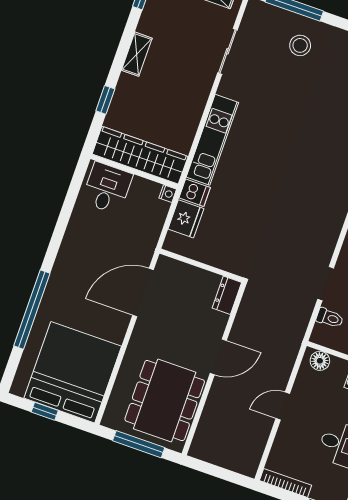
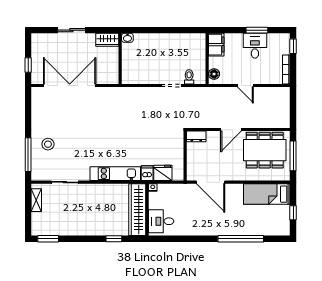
shelving: (137, 54) -> (84, 230), removed
door: (218, 357) -> (231, 130), swing flipped
bed: (73, 372) -> (267, 194), width x0.49

